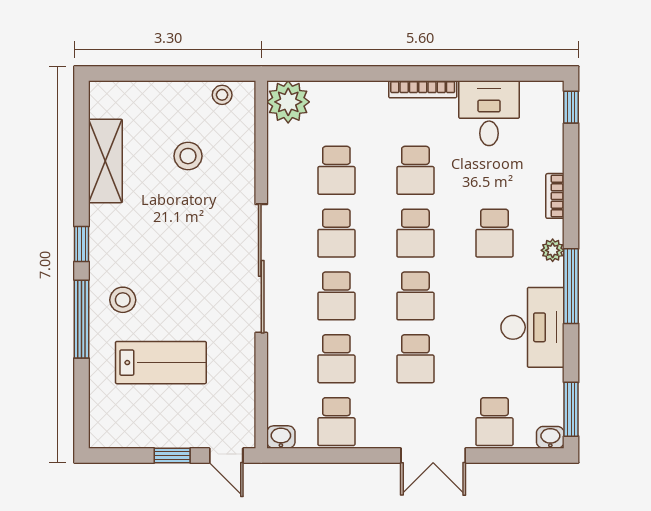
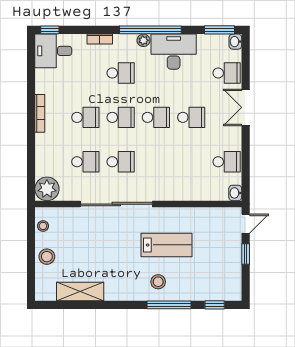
desk: (489, 113) -> (53, 51), moved
stool: (188, 156) -> (47, 257), moved
window: (82, 244) -> (215, 305), moved
plant: (553, 250) -> (143, 40), moved
sliding door: (261, 268) -> (116, 204), moved
window: (571, 286) -> (150, 30), width x1.46
school desk: (336, 296) -> (156, 162), removed
school desk: (336, 359) -> (191, 162), removed
lab bench: (161, 363) -> (166, 245), moved, turned 90
double door: (433, 456) -> (246, 107), swing flipped

